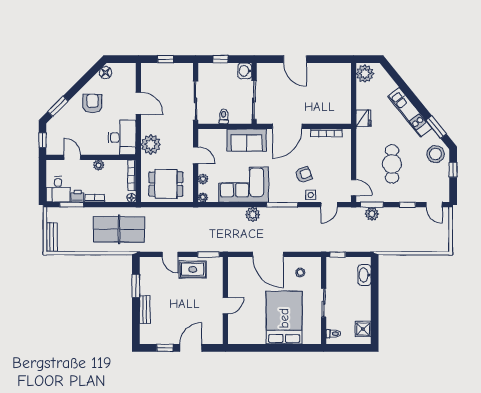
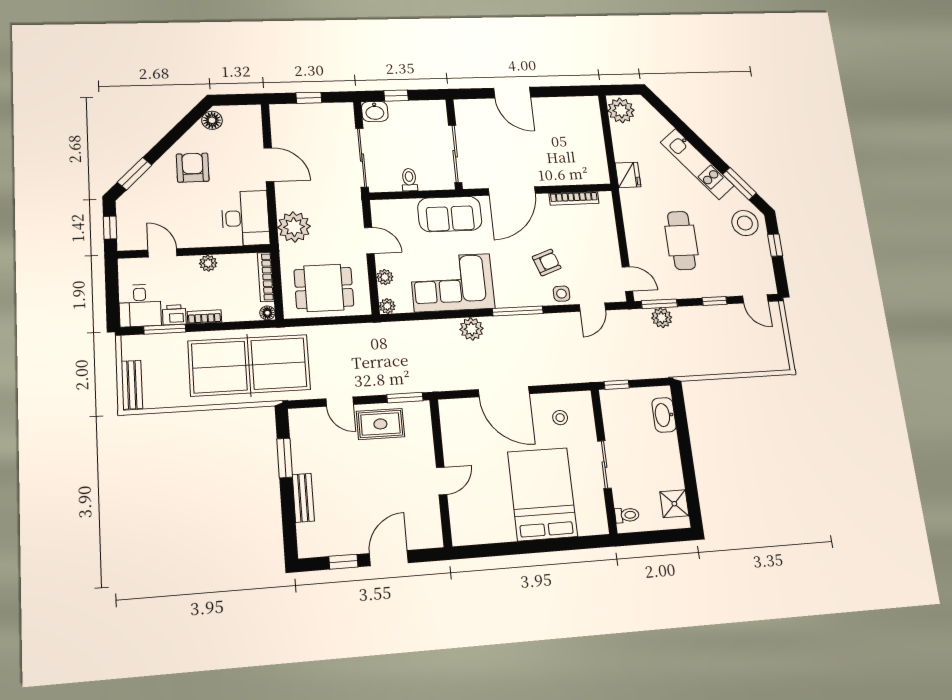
washbasin: (245, 71) -> (375, 112), moved, turned -90
table tennis table: (119, 229) -> (249, 365), width x1.36, depth x1.32

